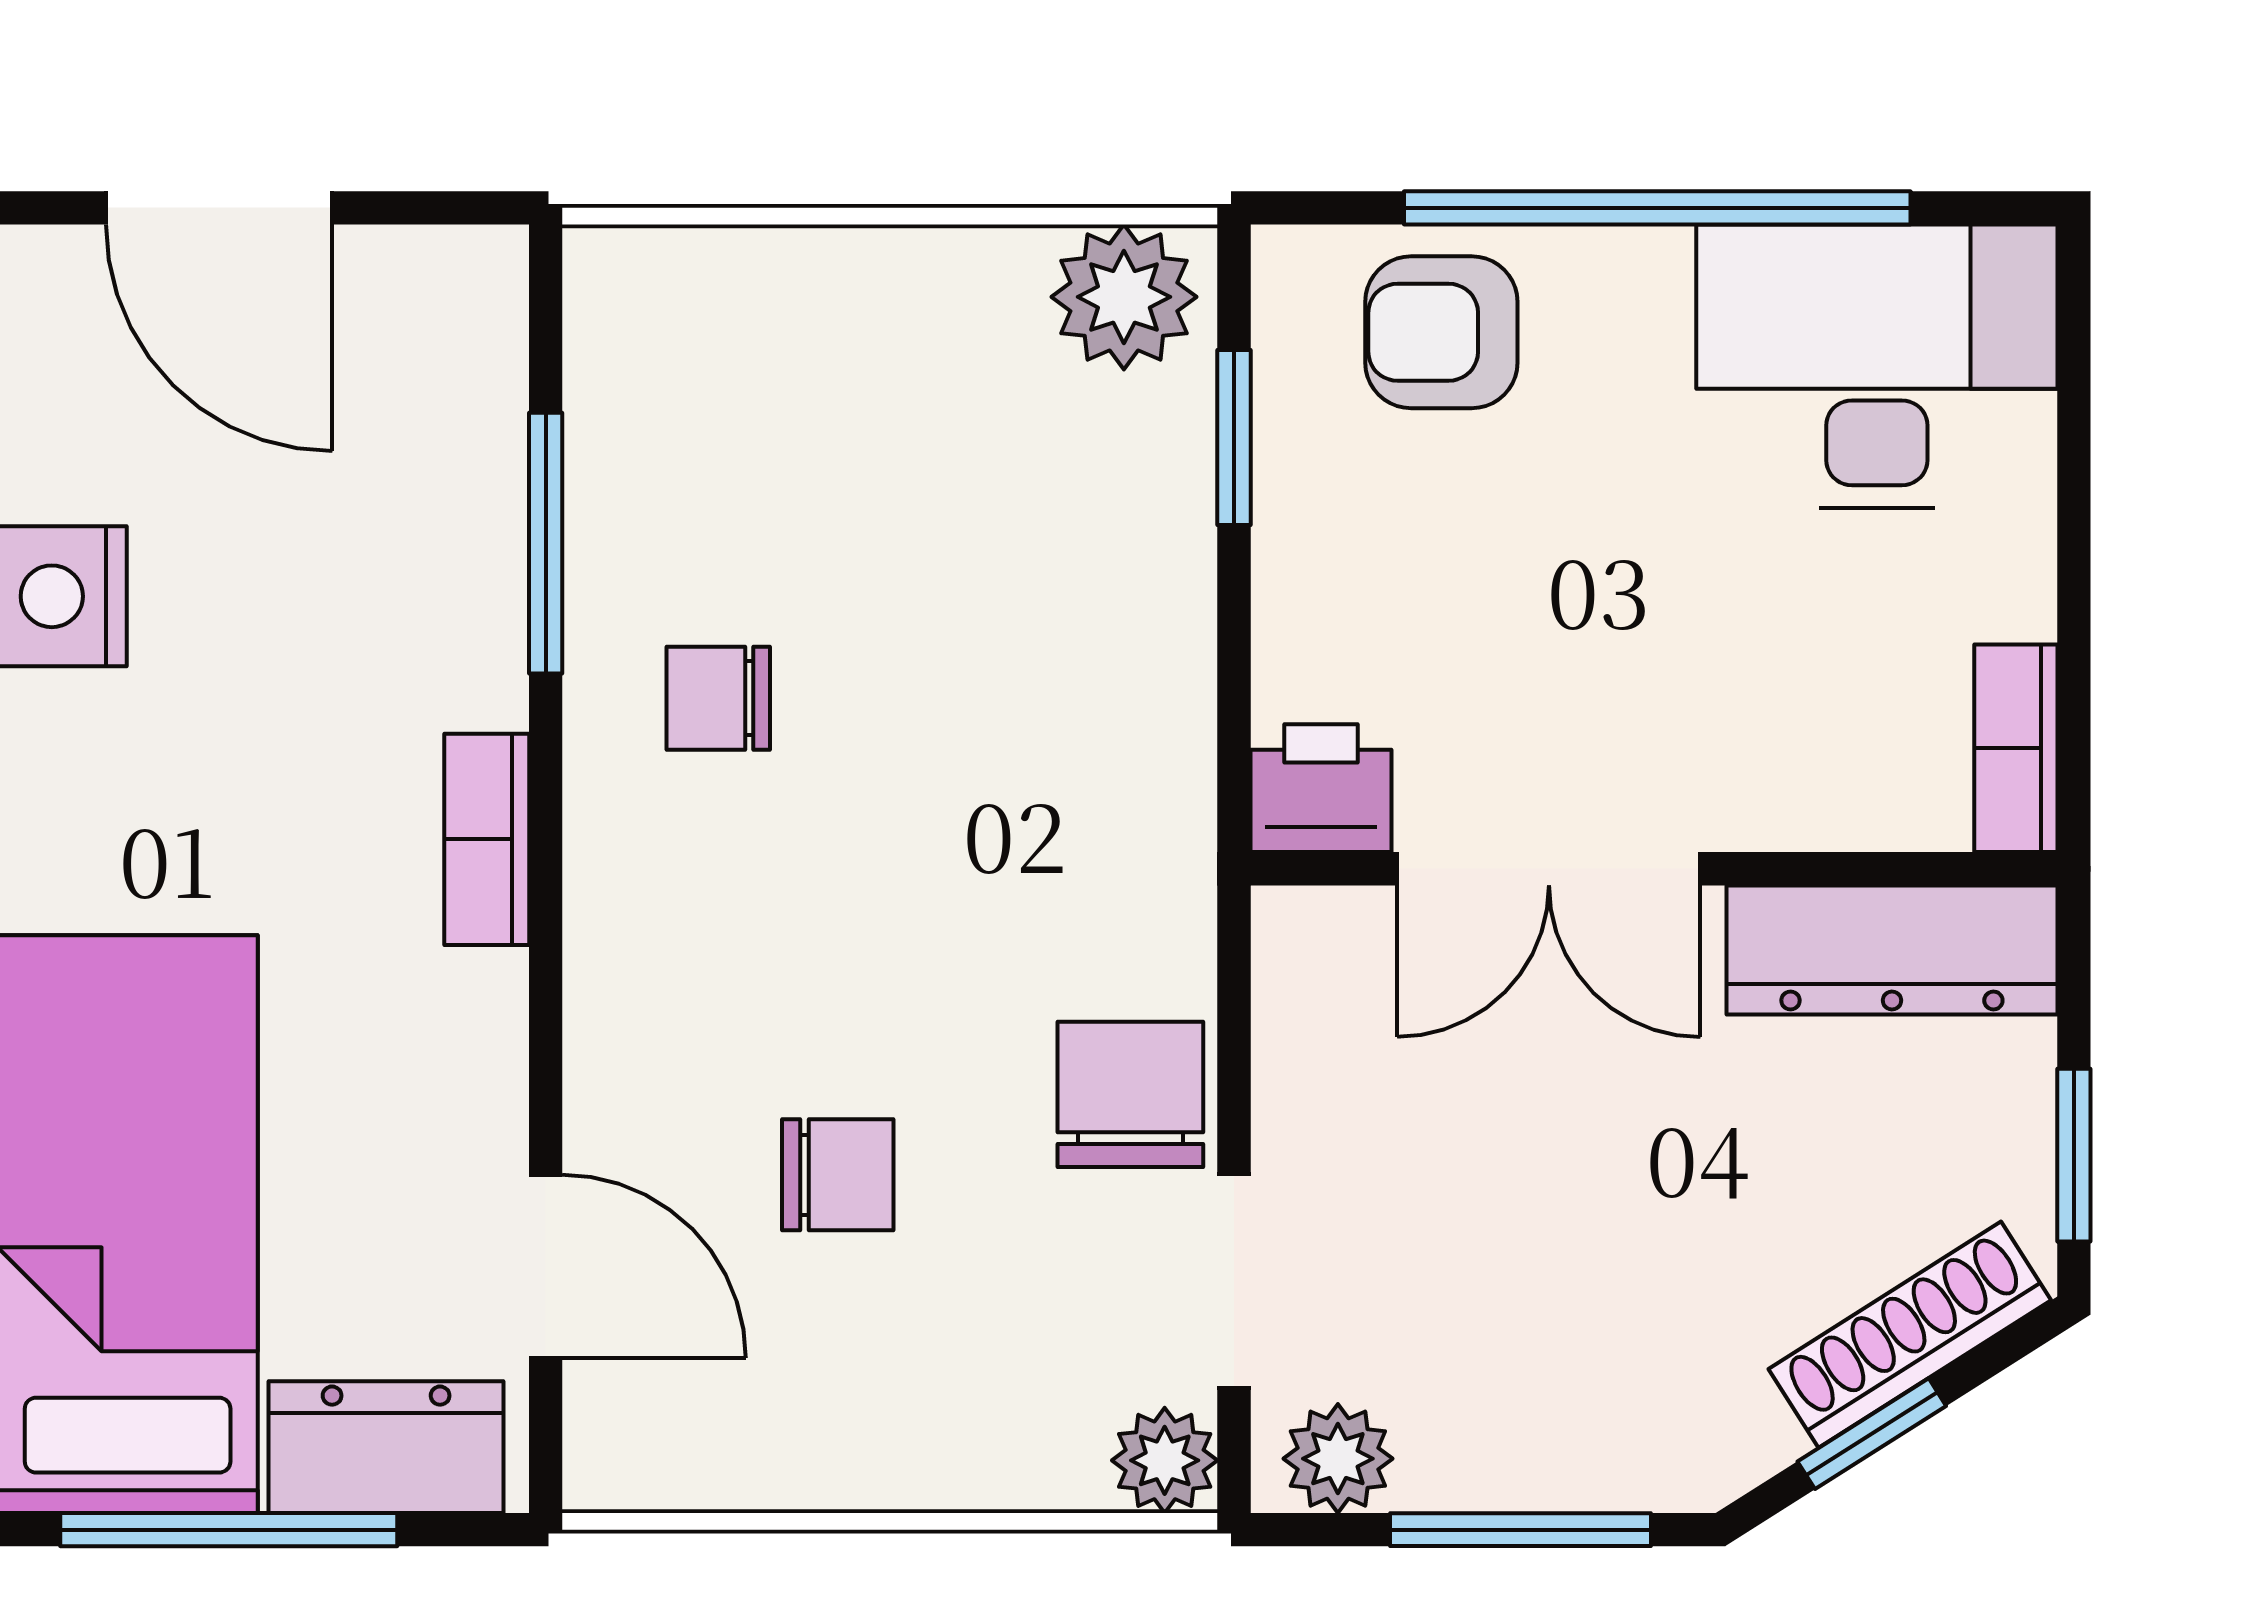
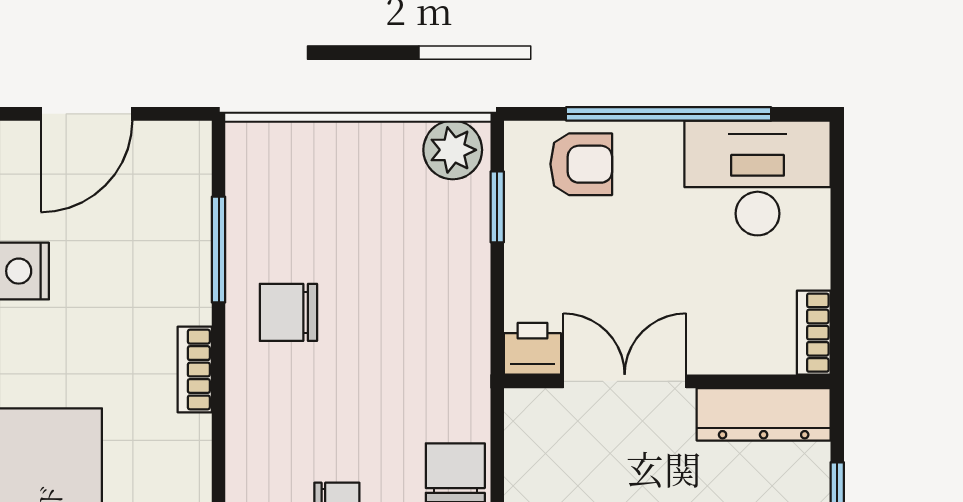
door: (219, 208) -> (86, 114), hinge flipped
armchair: (1441, 332) -> (581, 164), turned 180
chair: (718, 698) -> (288, 312), width x1.37, depth x1.37
double door: (1549, 869) -> (625, 381), swing flipped

